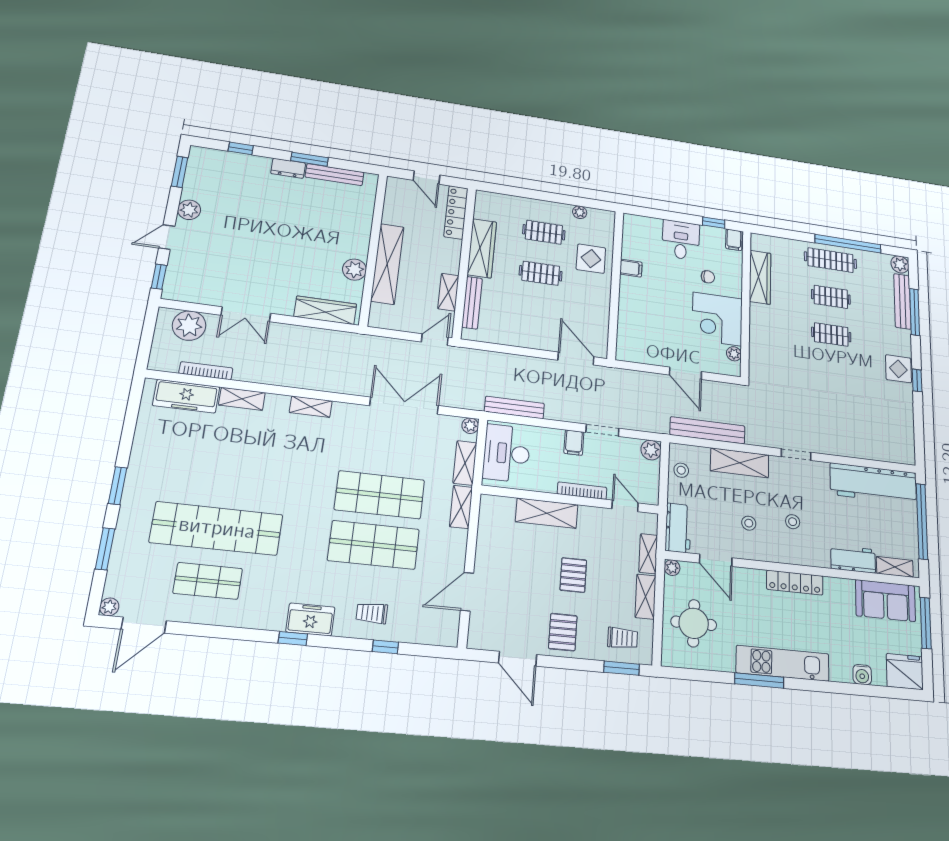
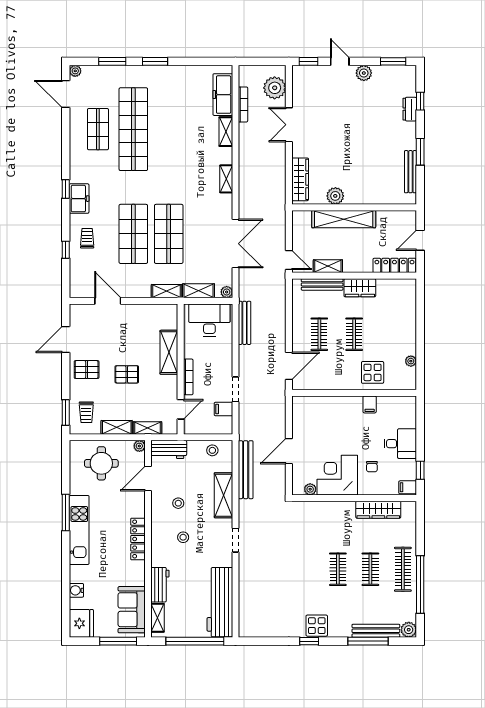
dresser: (288, 168) -> (410, 109), moved
clothes rail: (544, 232) -> (319, 334), moved
wardrobe: (482, 248) -> (360, 288), width x0.67
filing cabinet: (574, 443) -> (223, 409), moved
plant: (651, 450) -> (225, 427), removed

